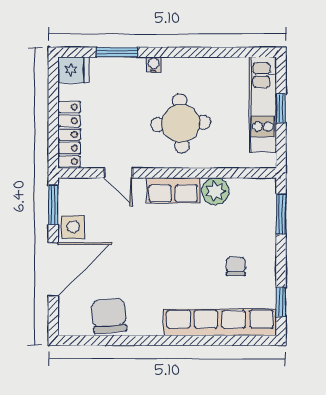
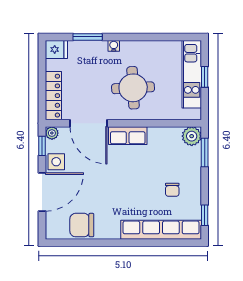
door: (118, 173) -> (88, 123), width x1.87
plant: (67, 187) -> (52, 133), added
plant: (215, 191) -> (192, 136), moved
window: (53, 205) -> (42, 146), width x0.67
chair: (236, 266) -> (172, 190), turned 180
chair: (109, 316) -> (82, 225), turned -85

